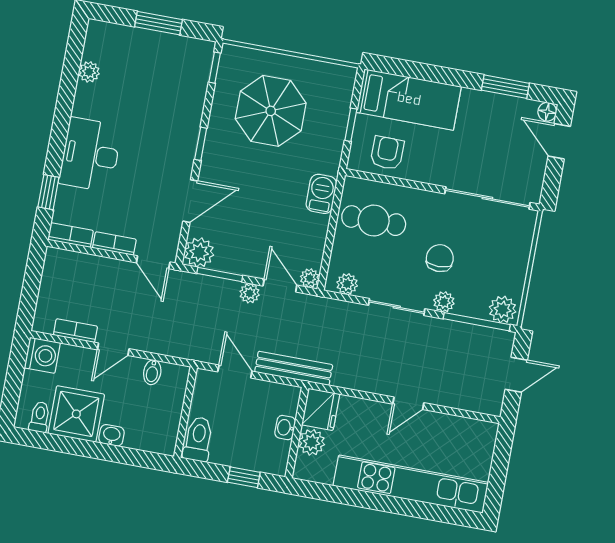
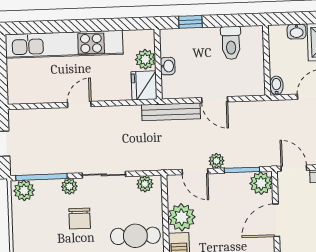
plant: (310, 278) -> (182, 217), moved, width x1.87, depth x1.87
wall: (185, 412) -> (267, 60), moved

